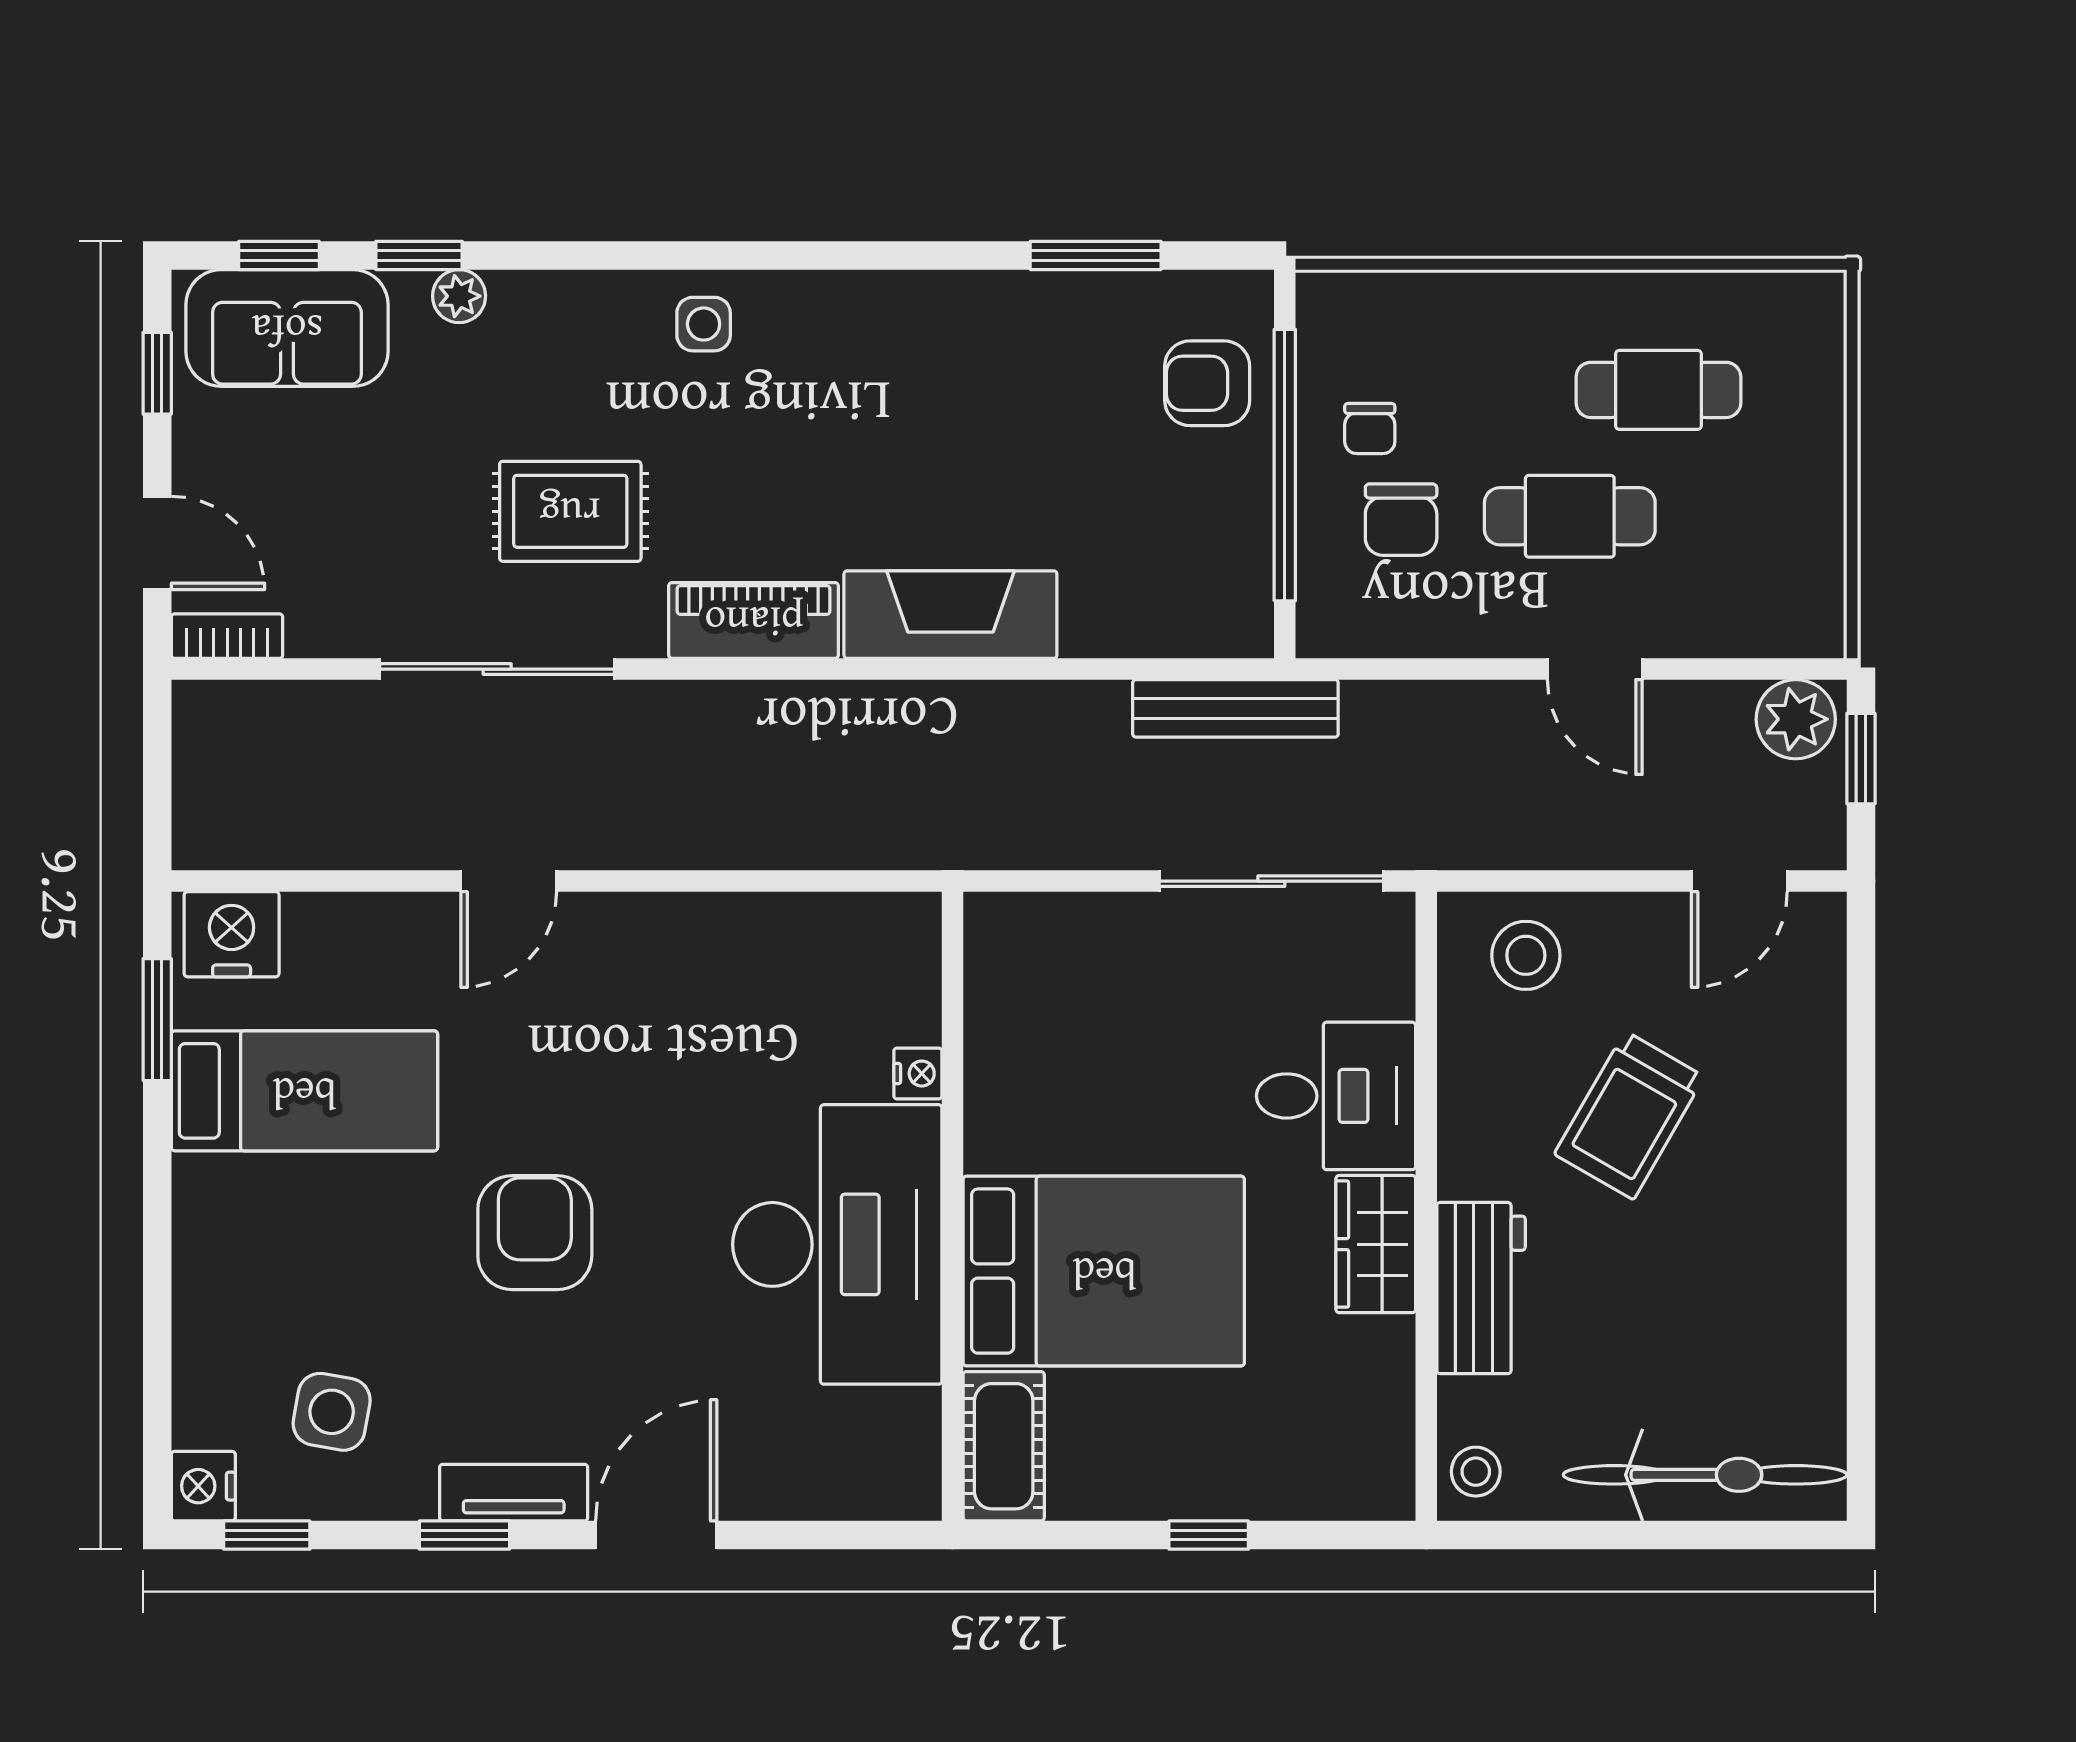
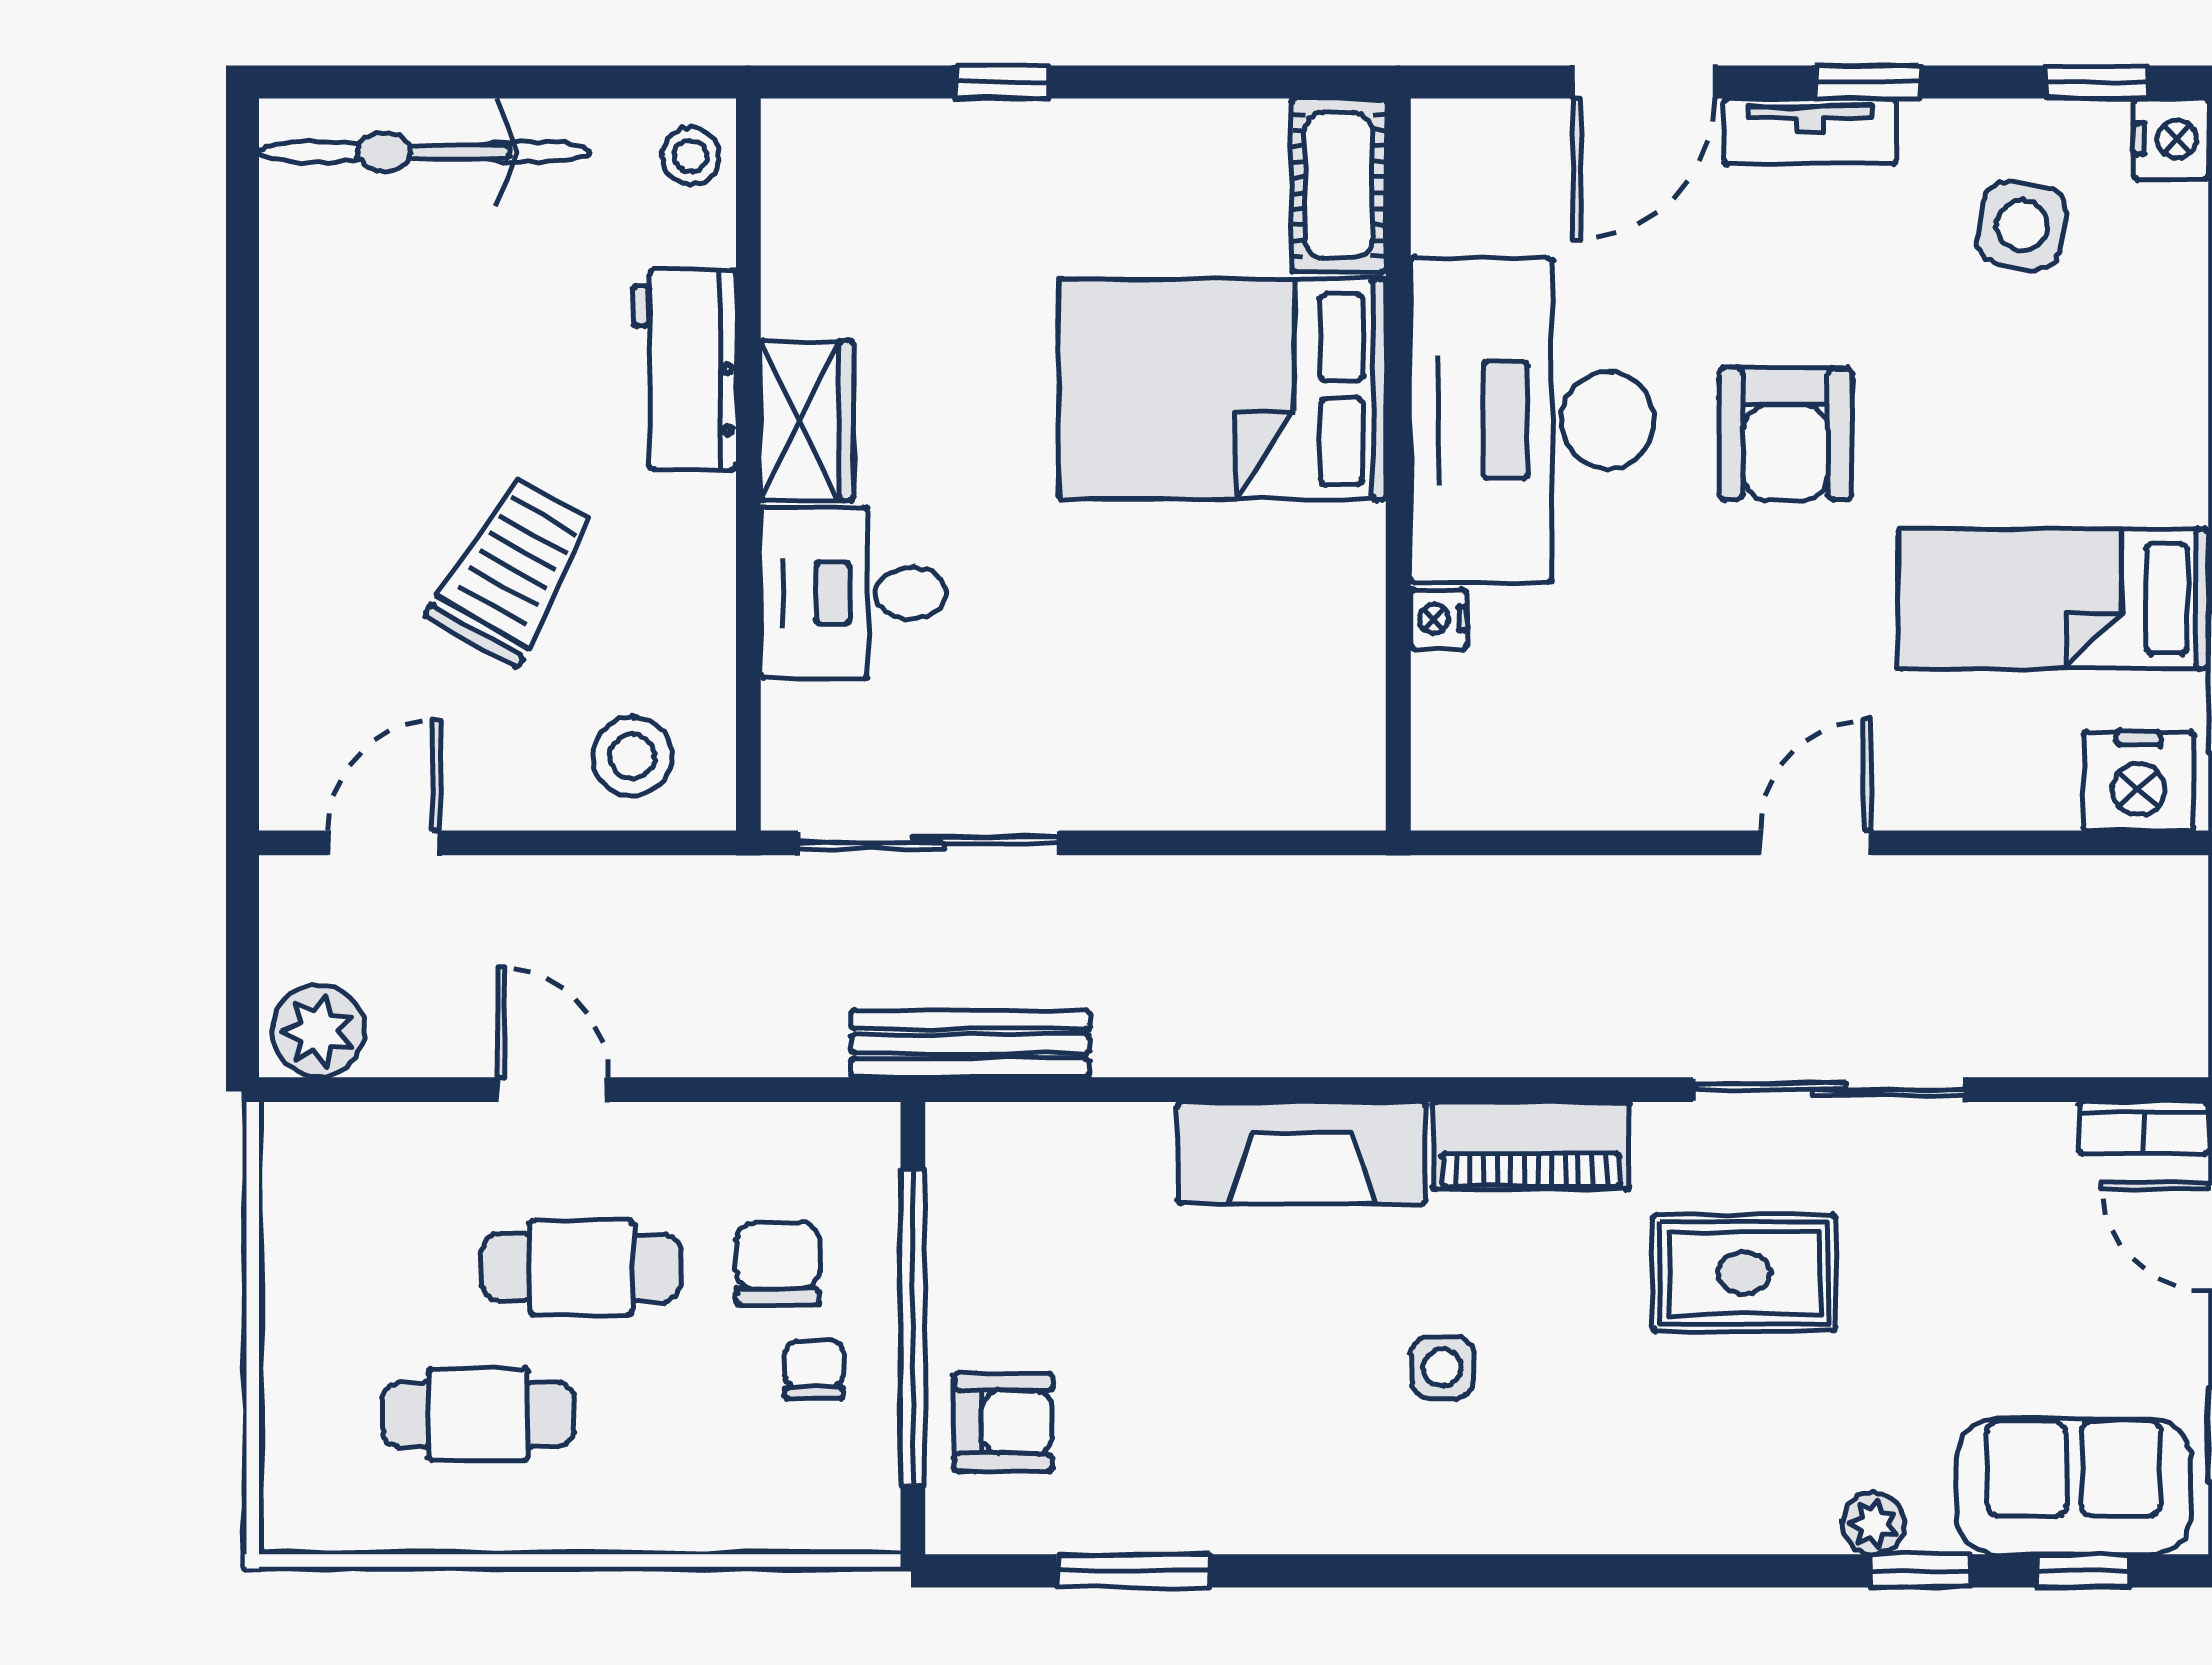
side table: (704, 324) -> (1442, 1367), moved
window: (1861, 759) -> (242, 985), removed
nightstand: (918, 1074) -> (1438, 619), moved
wall: (953, 1206) -> (1398, 465), moved
desk: (837, 1244) -> (1532, 420), moved
bed: (1104, 1271) -> (1222, 389), moved
cot: (1004, 1446) -> (1339, 185), moved

